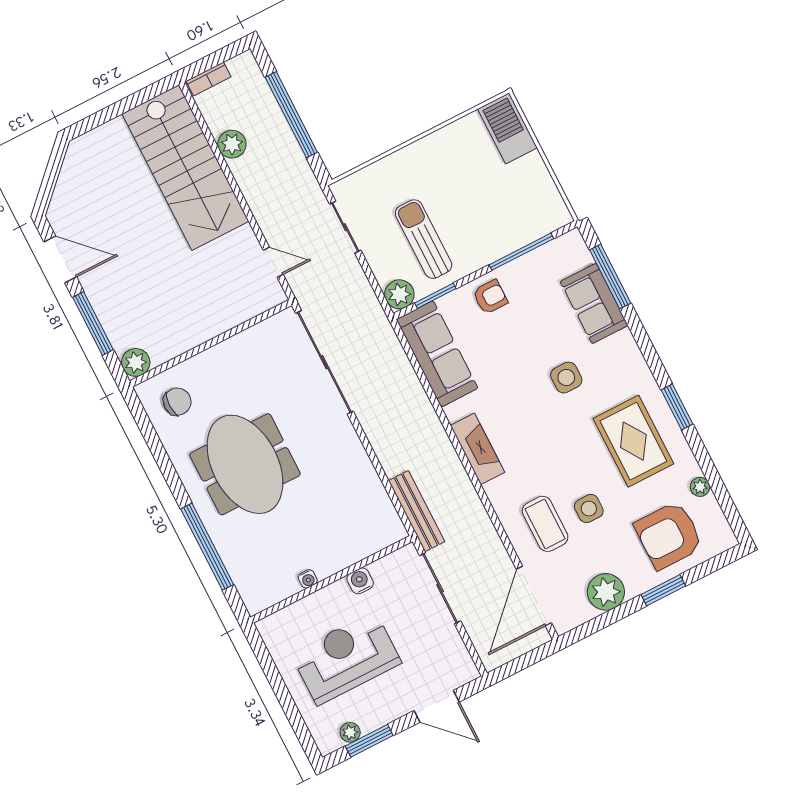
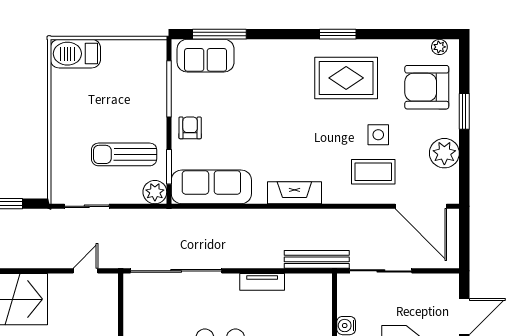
sofa: (594, 303) -> (206, 56), moved
side table: (566, 378) -> (276, 103), removed
tv unit: (361, 463) -> (262, 282), added
plant: (700, 487) -> (439, 47), moved
armchair: (669, 535) -> (427, 87), turned 90

